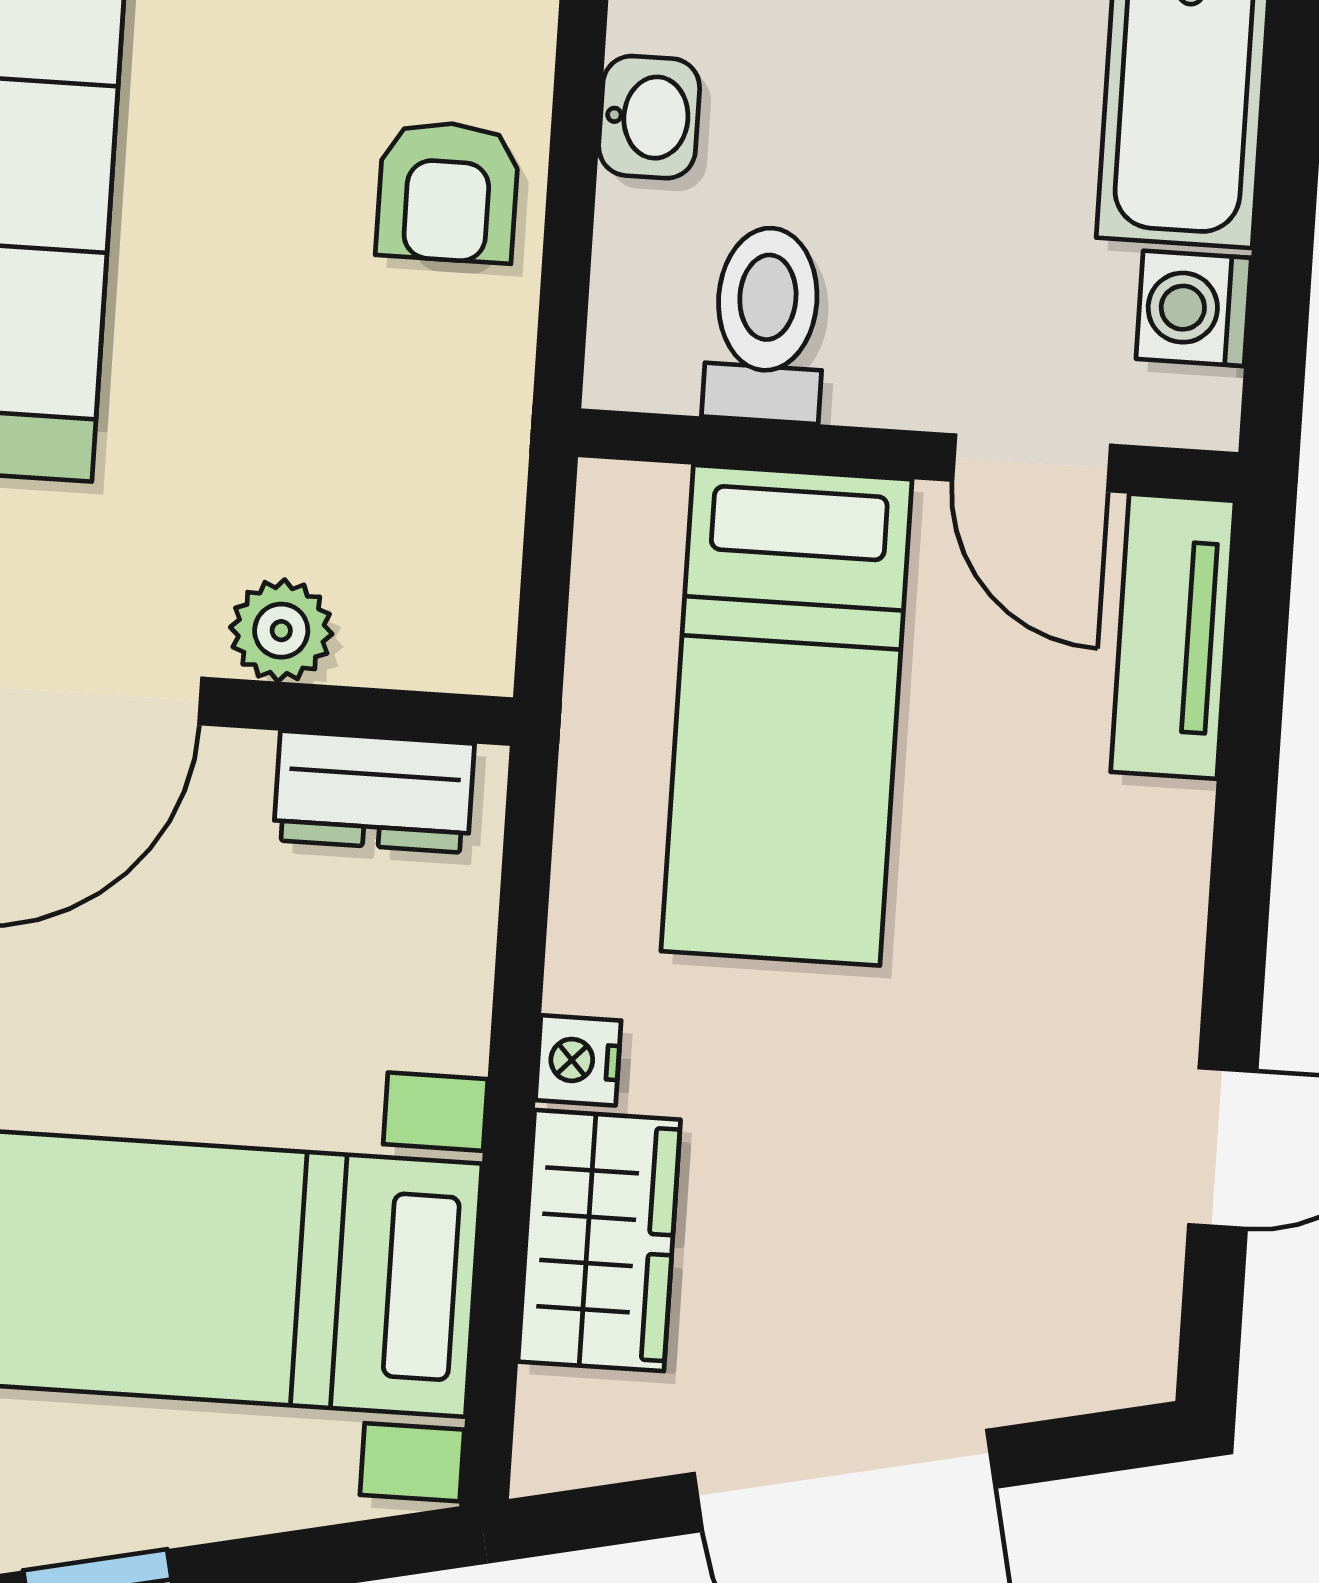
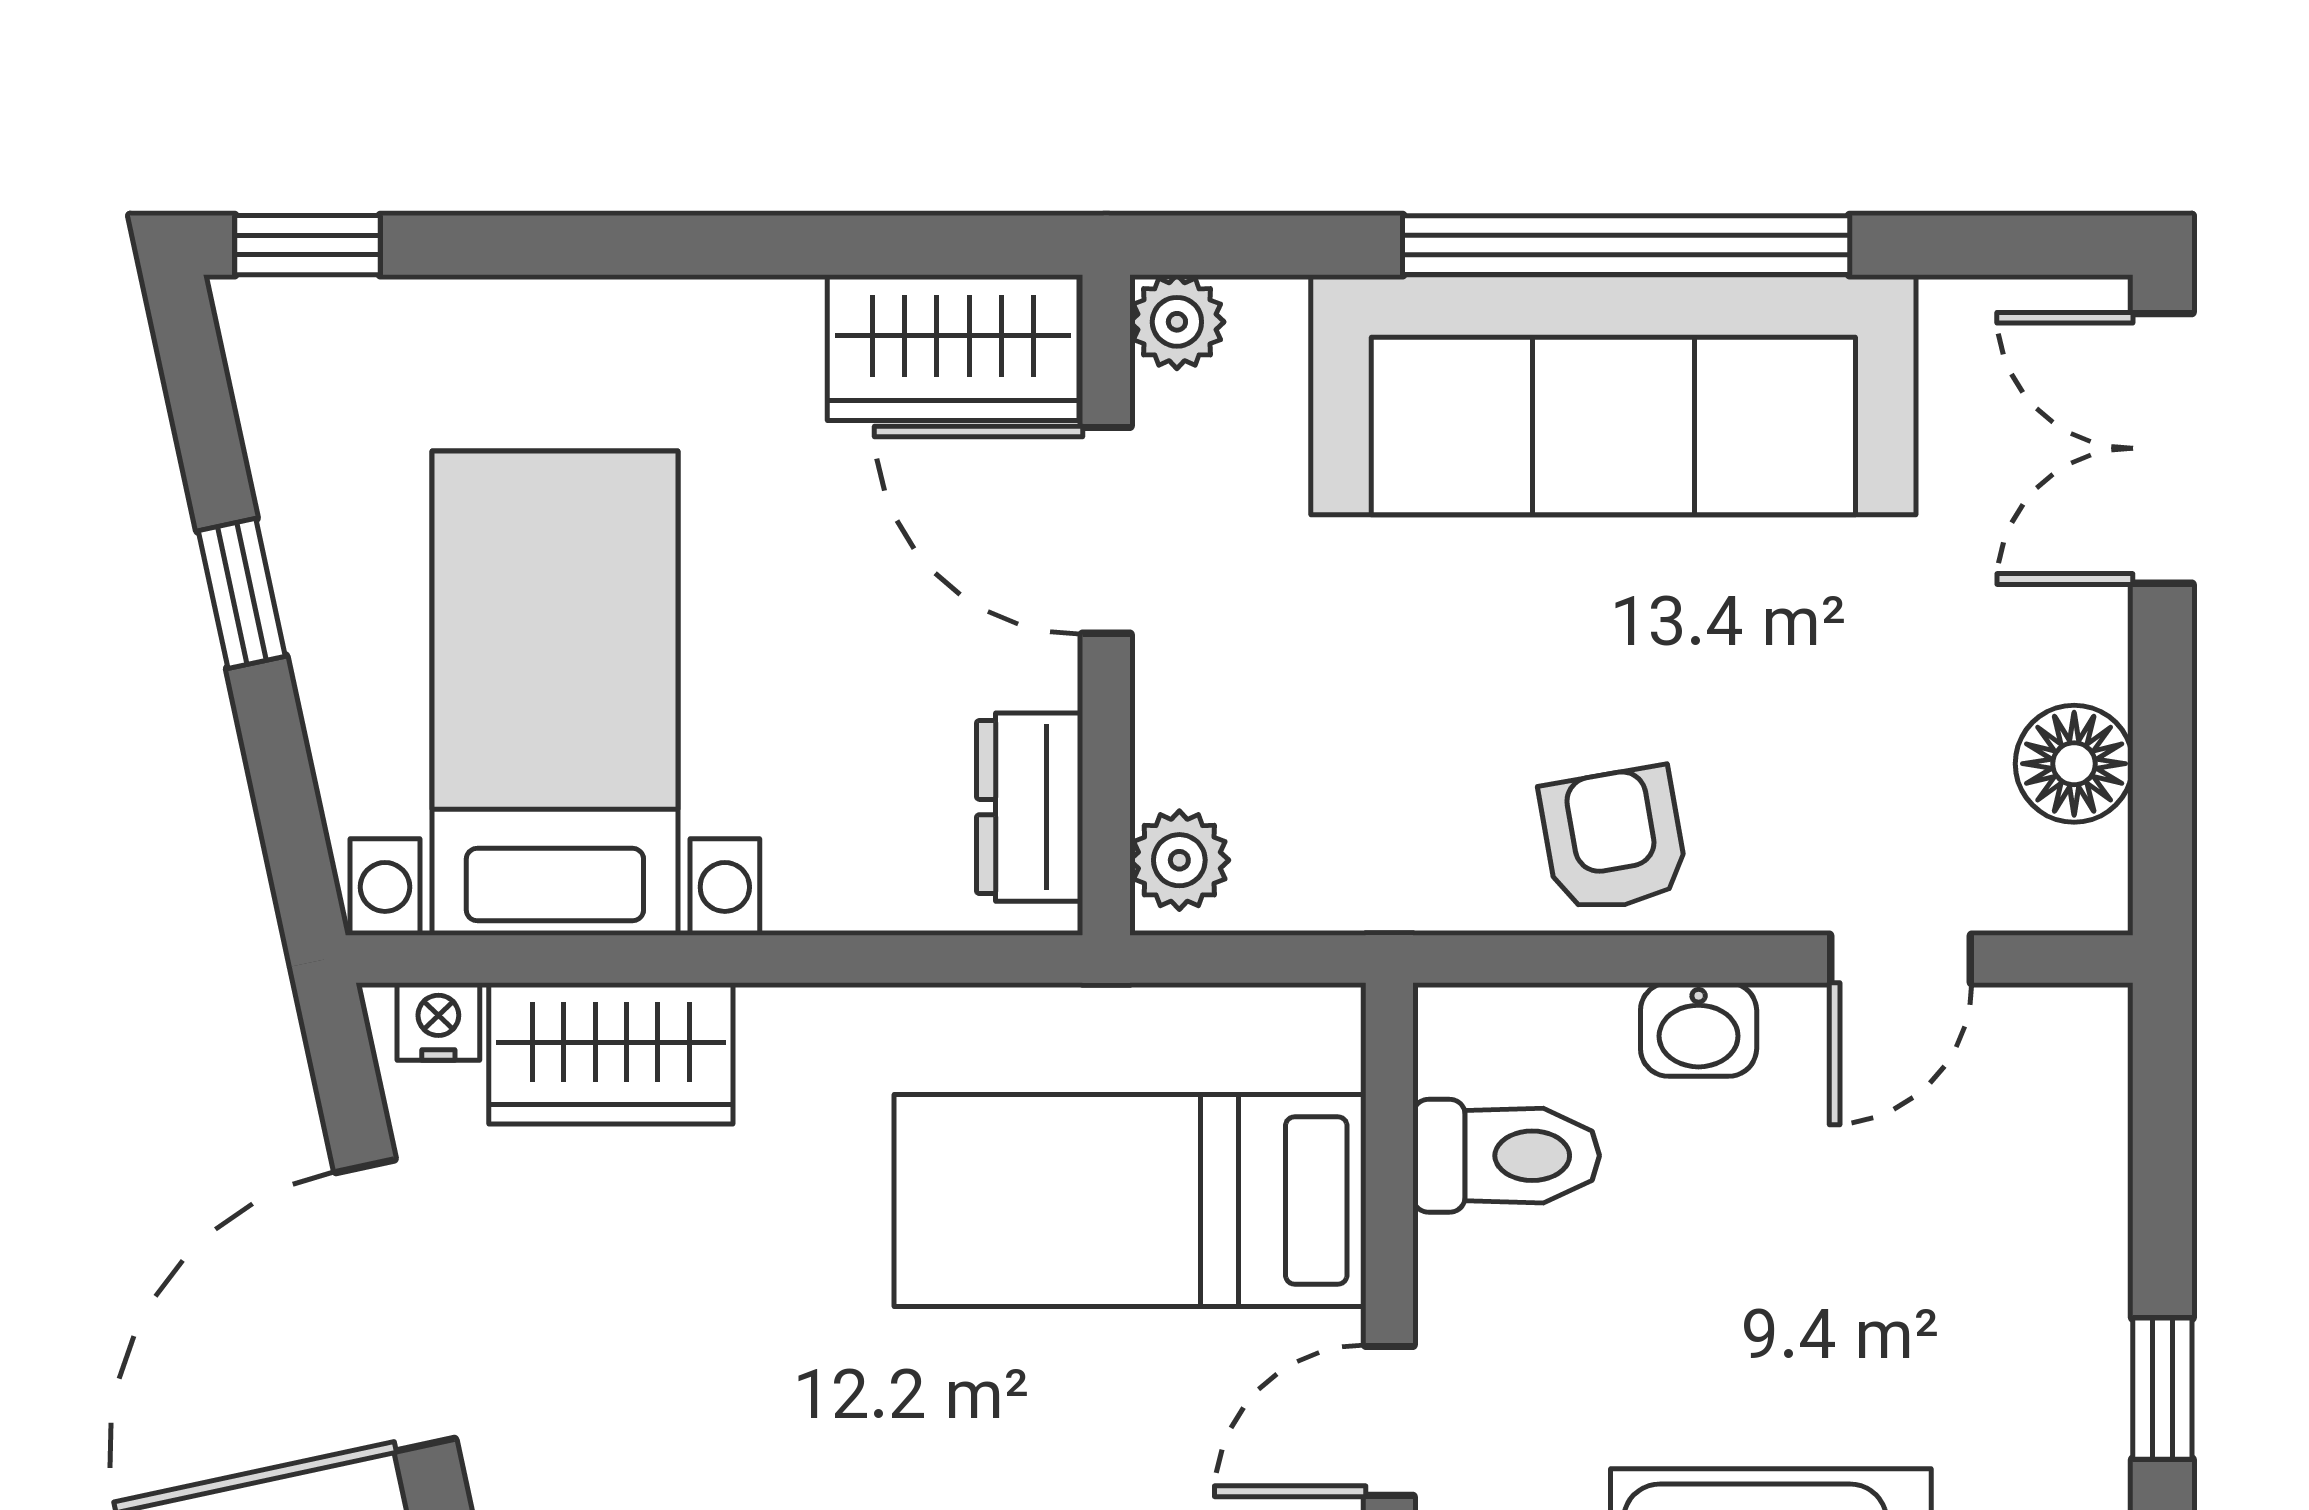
armchair: (448, 192) -> (1614, 840), turned 80
plant: (281, 631) -> (1179, 860), moved
nightstand: (578, 1060) -> (438, 1022), moved

